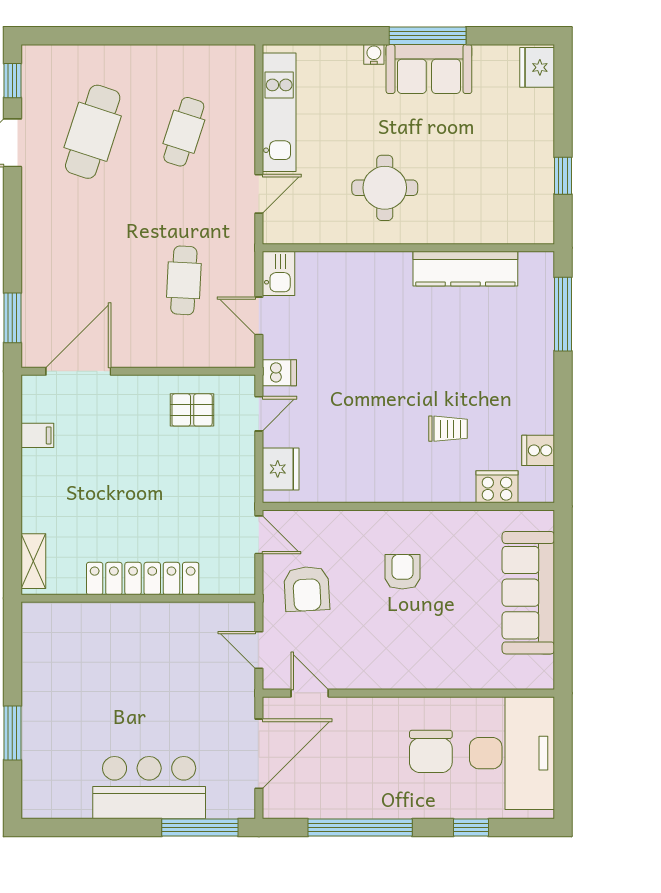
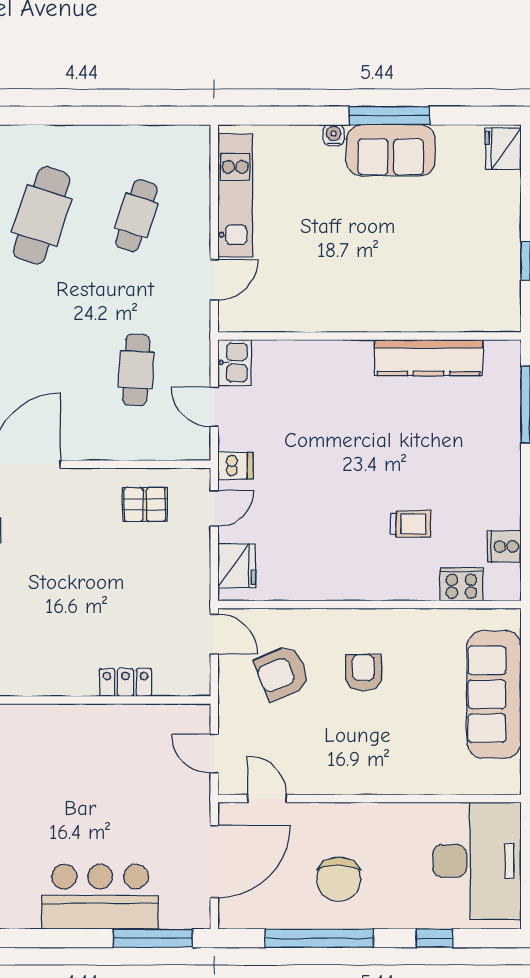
round table: (385, 188) -> (345, 274), removed
locker: (143, 579) -> (126, 682), width x0.46, depth x0.83
armchair: (307, 589) -> (282, 673), moved, turned 71
chair: (431, 751) -> (339, 879), moved

